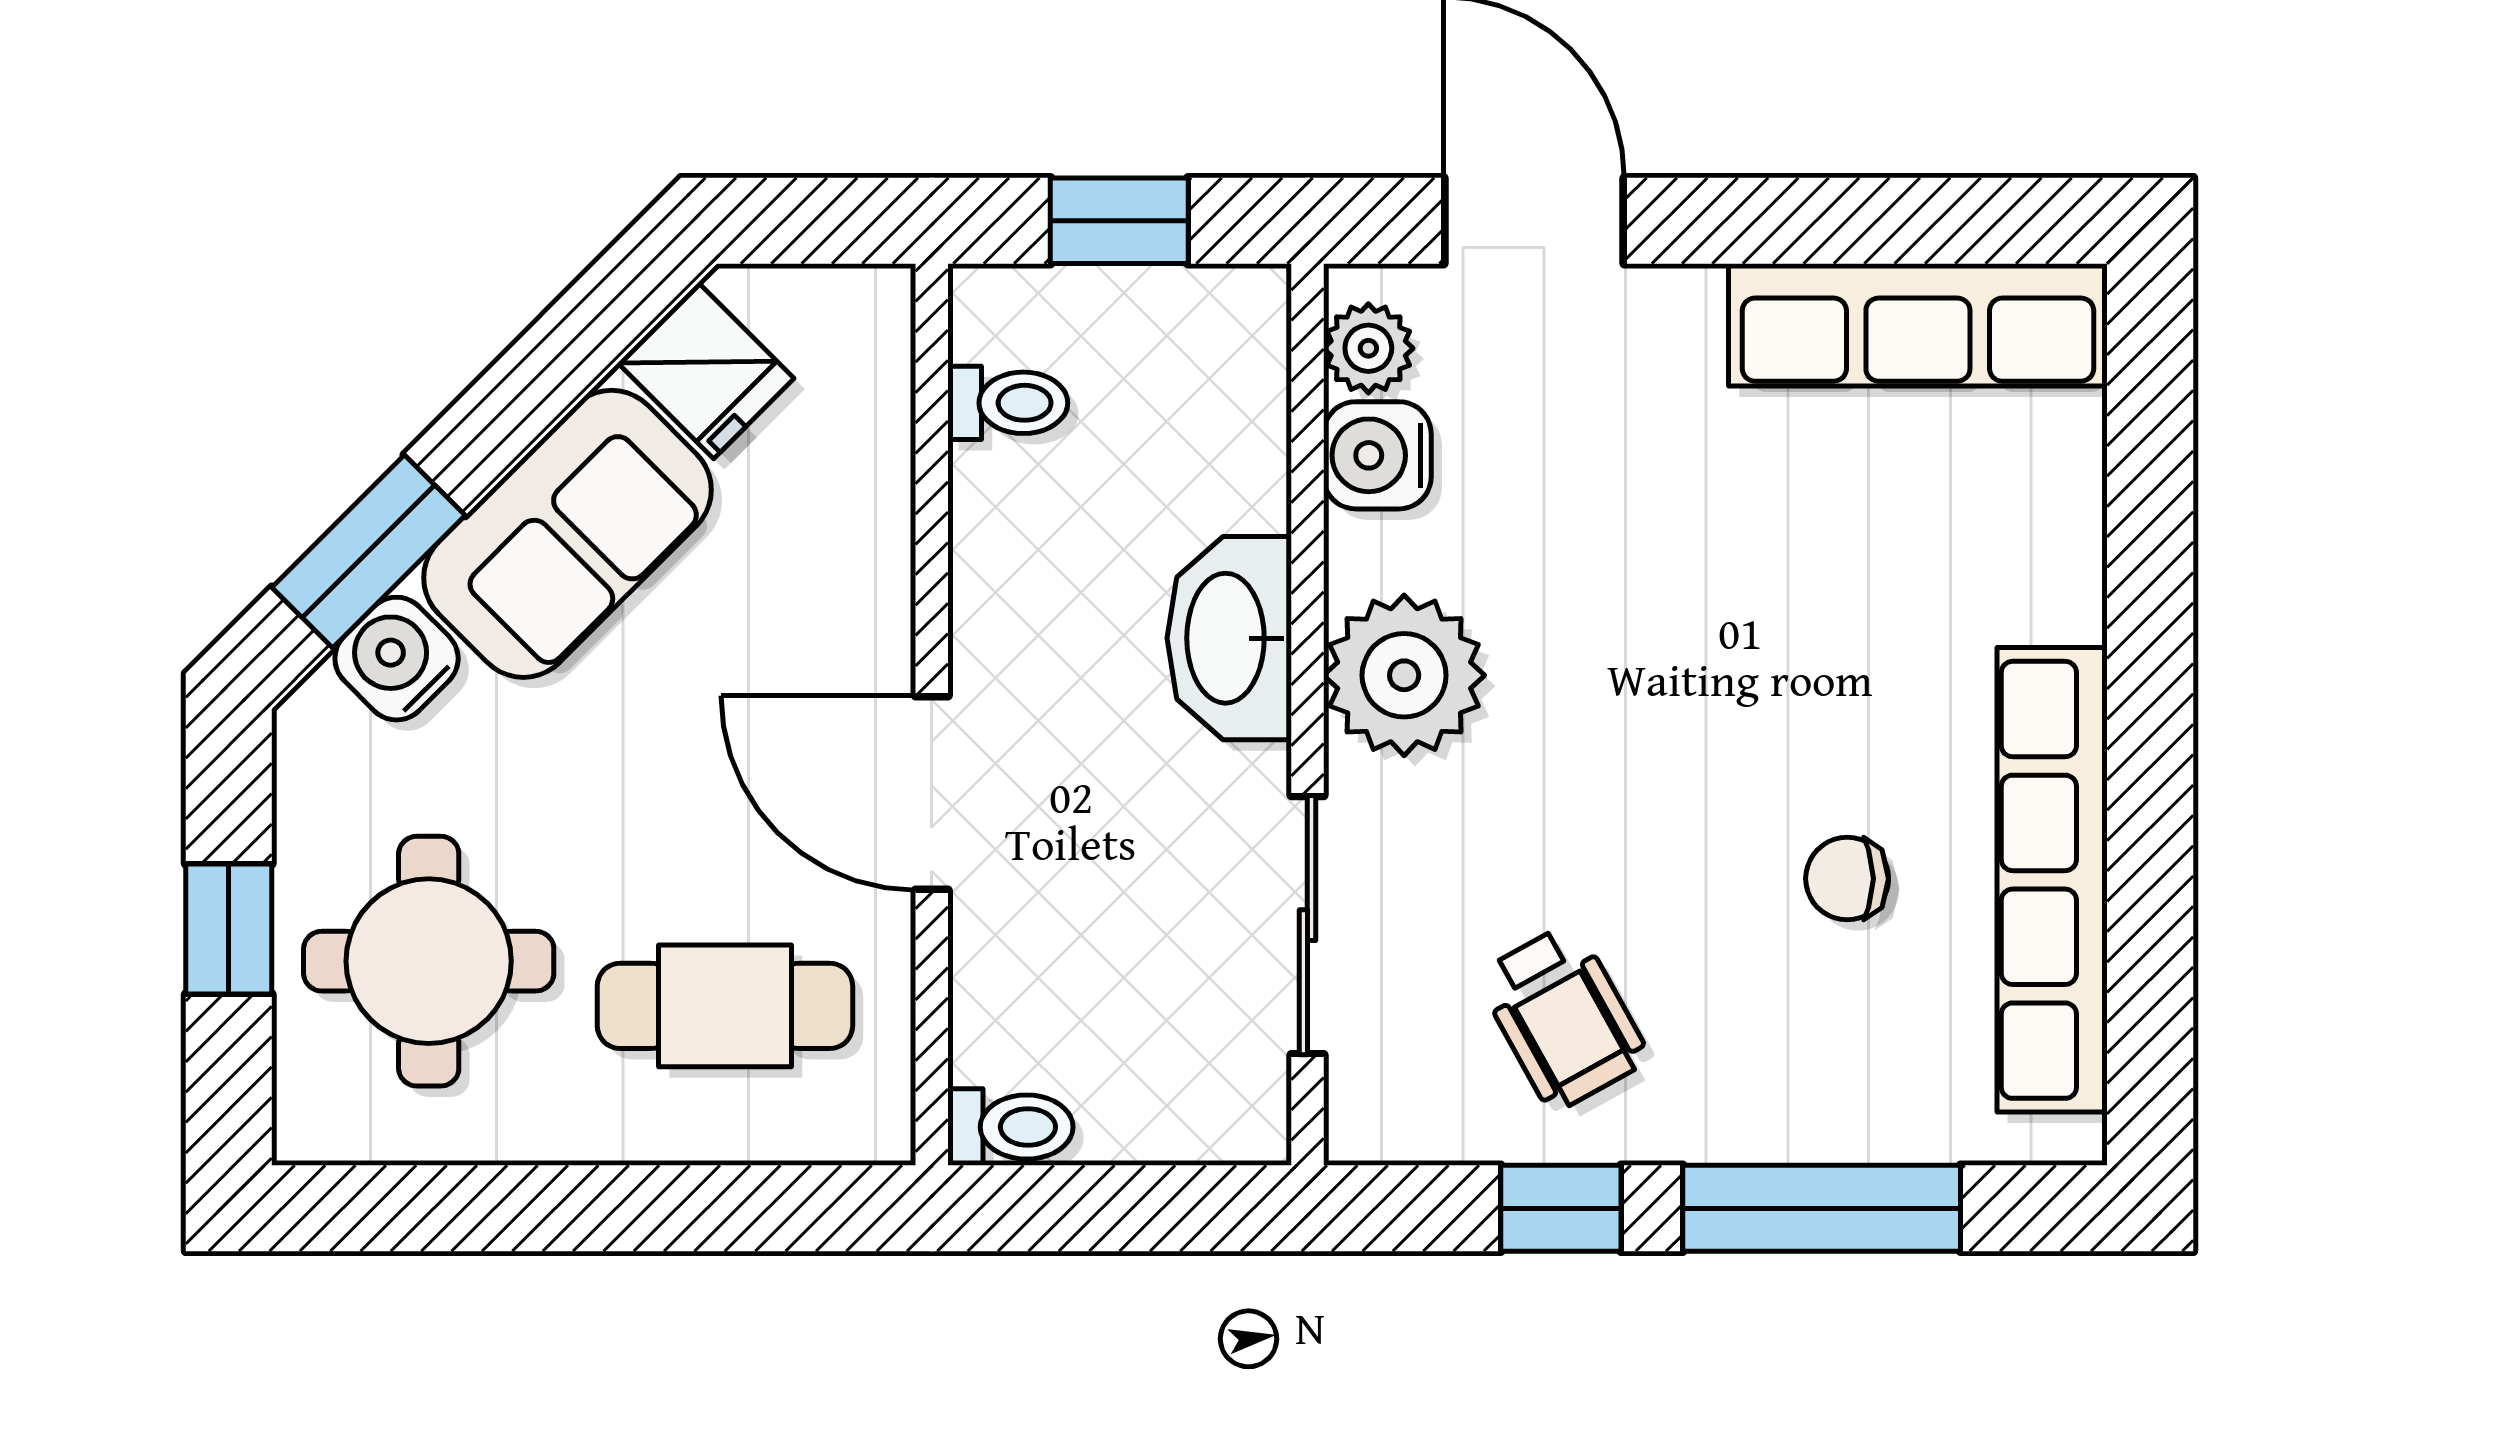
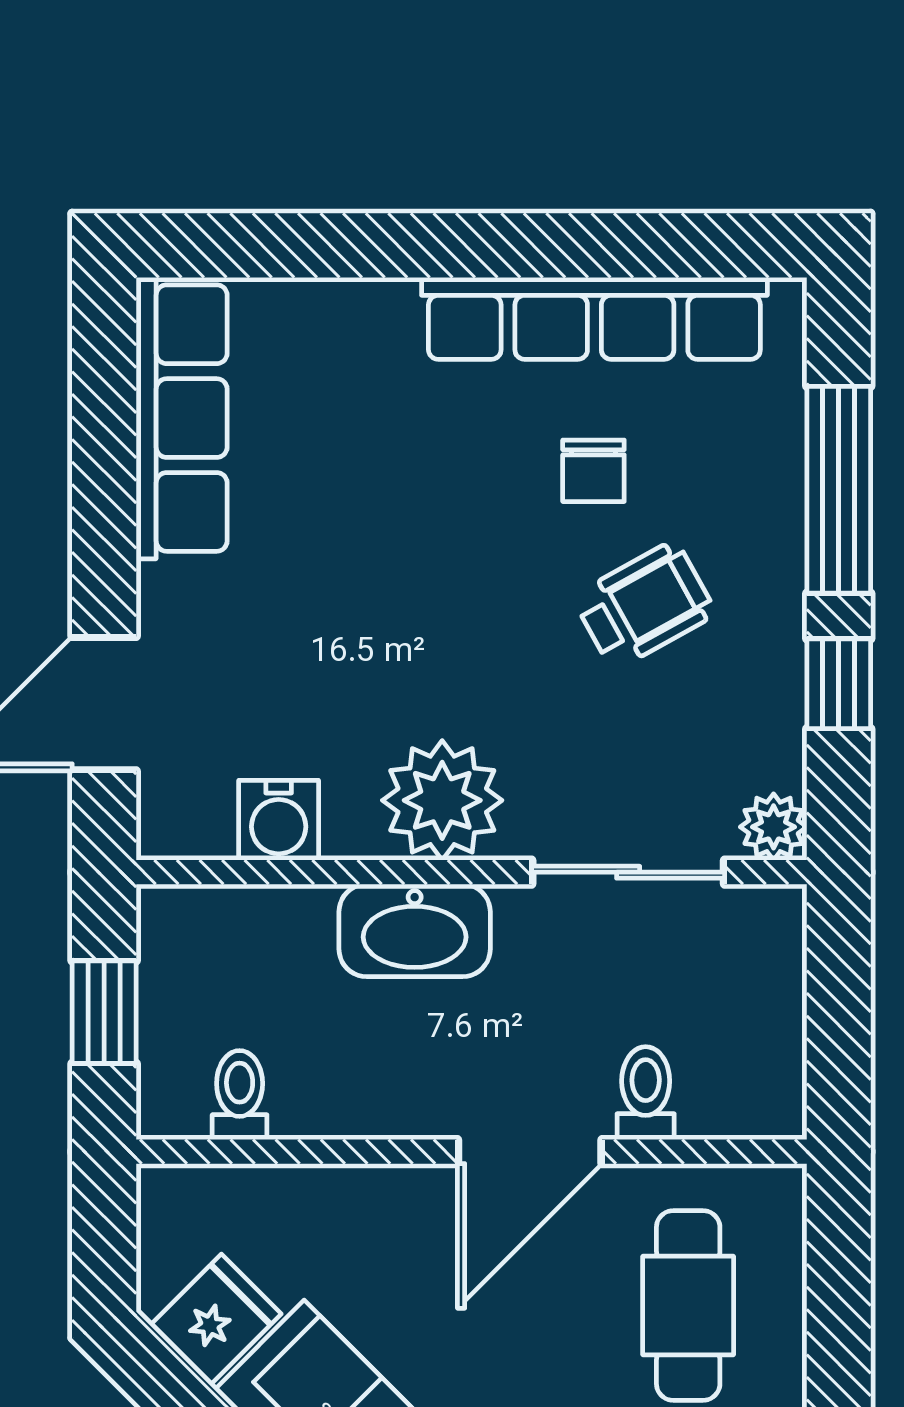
plant: (1368, 348) -> (774, 827), moved
wheelchair: (1563, 1017) -> (644, 605), moved
toilet: (1010, 1127) -> (646, 1093), moved

